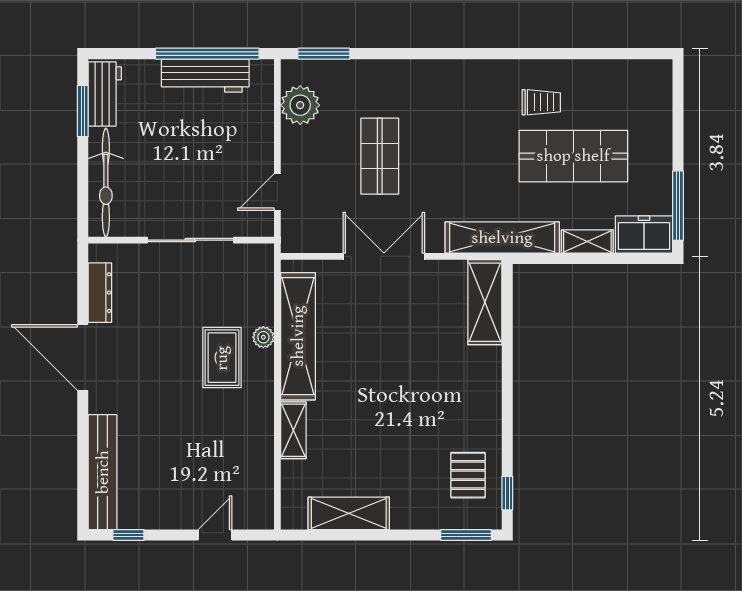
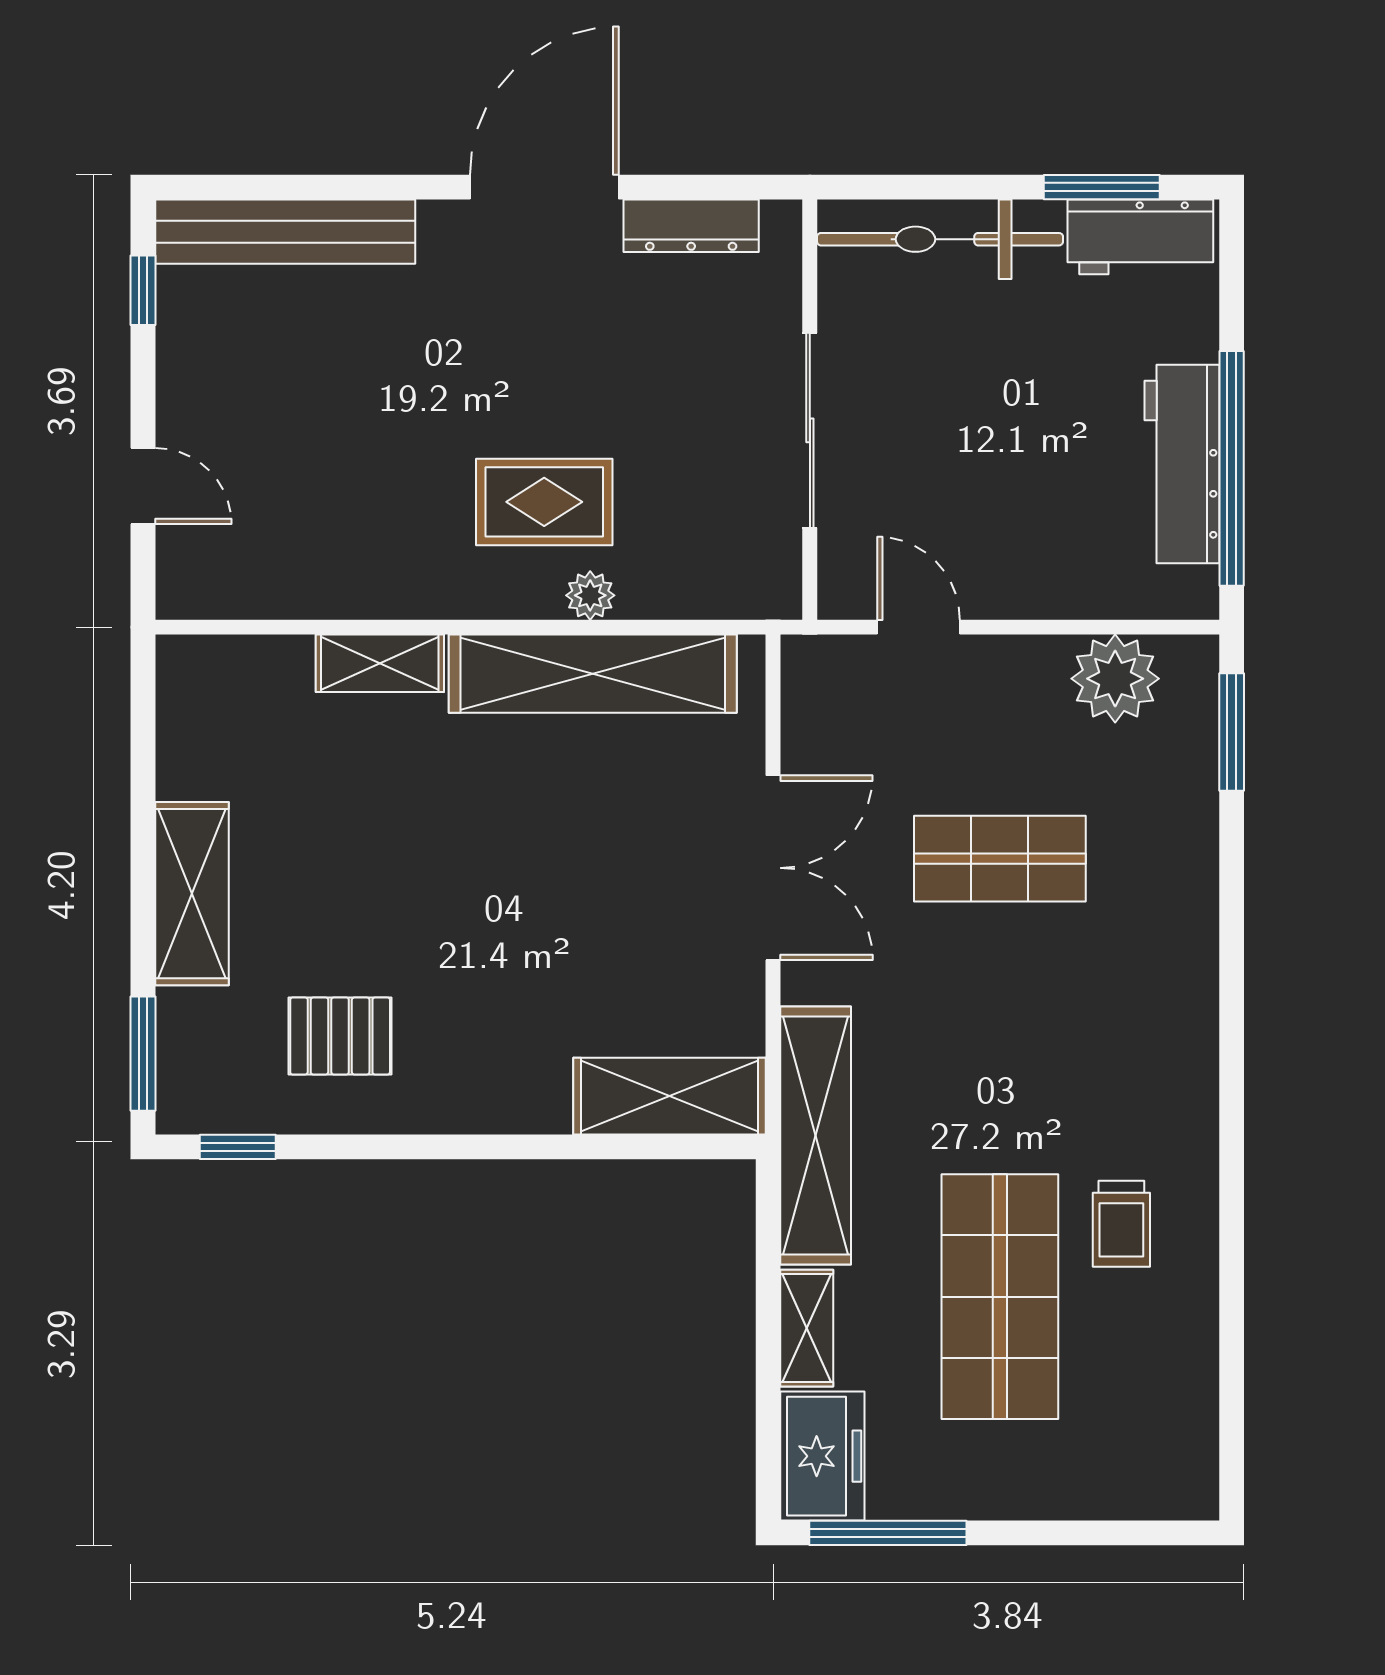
pallet: (468, 475) -> (340, 1036), moved
shelving: (349, 513) -> (192, 894), moved

